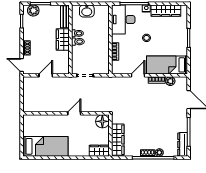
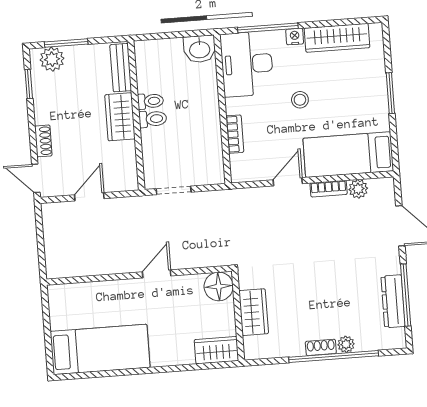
washbasin: (87, 11) -> (200, 49), moved
wardrobe: (118, 140) -> (254, 312), width x0.67
dresser: (183, 144) -> (393, 301), moved

